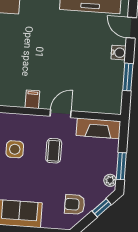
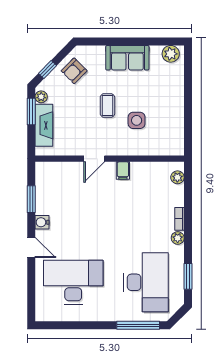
fireplace: (98, 128) -> (44, 125), moved, turned 90
coffee table: (54, 151) -> (107, 105), moved
armchair: (75, 204) -> (74, 71), turned 135

